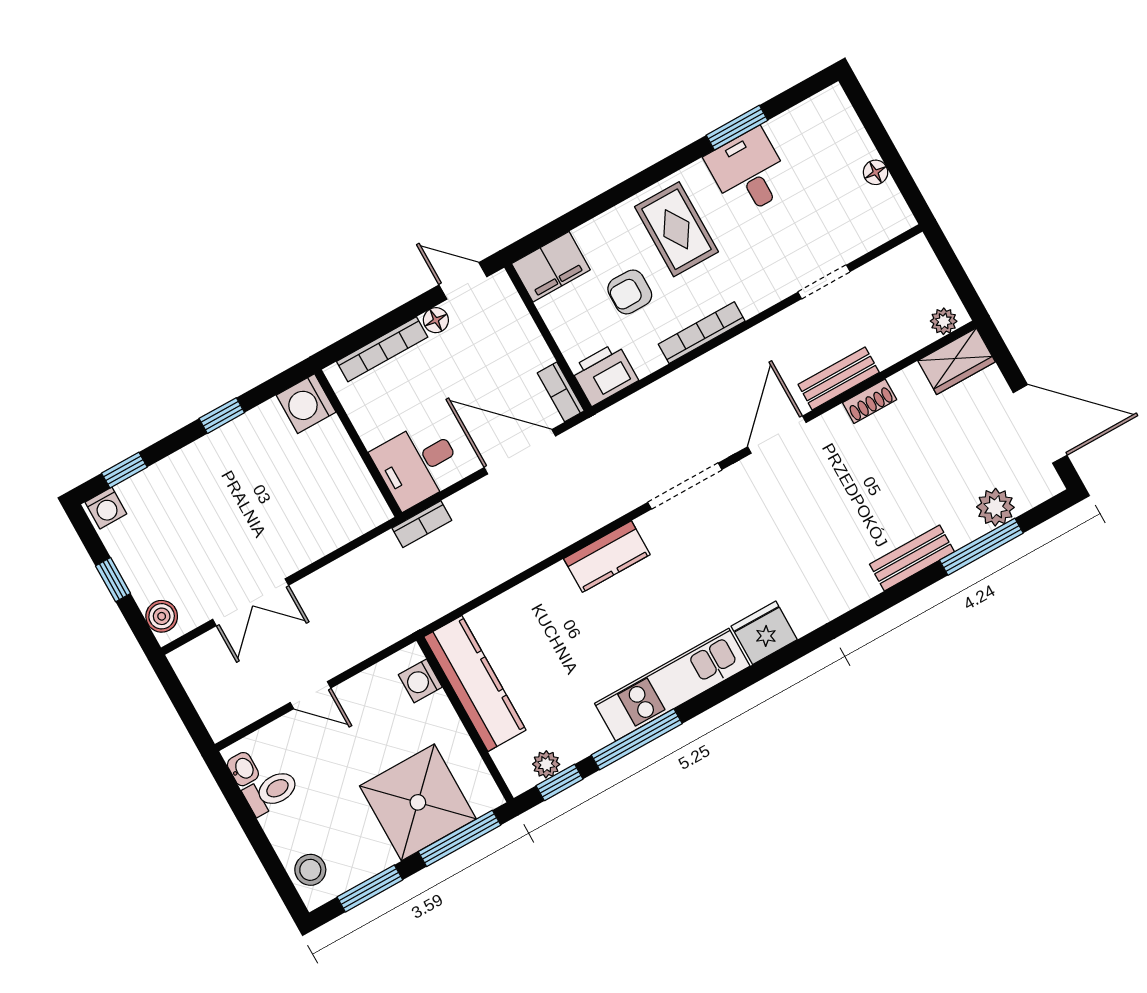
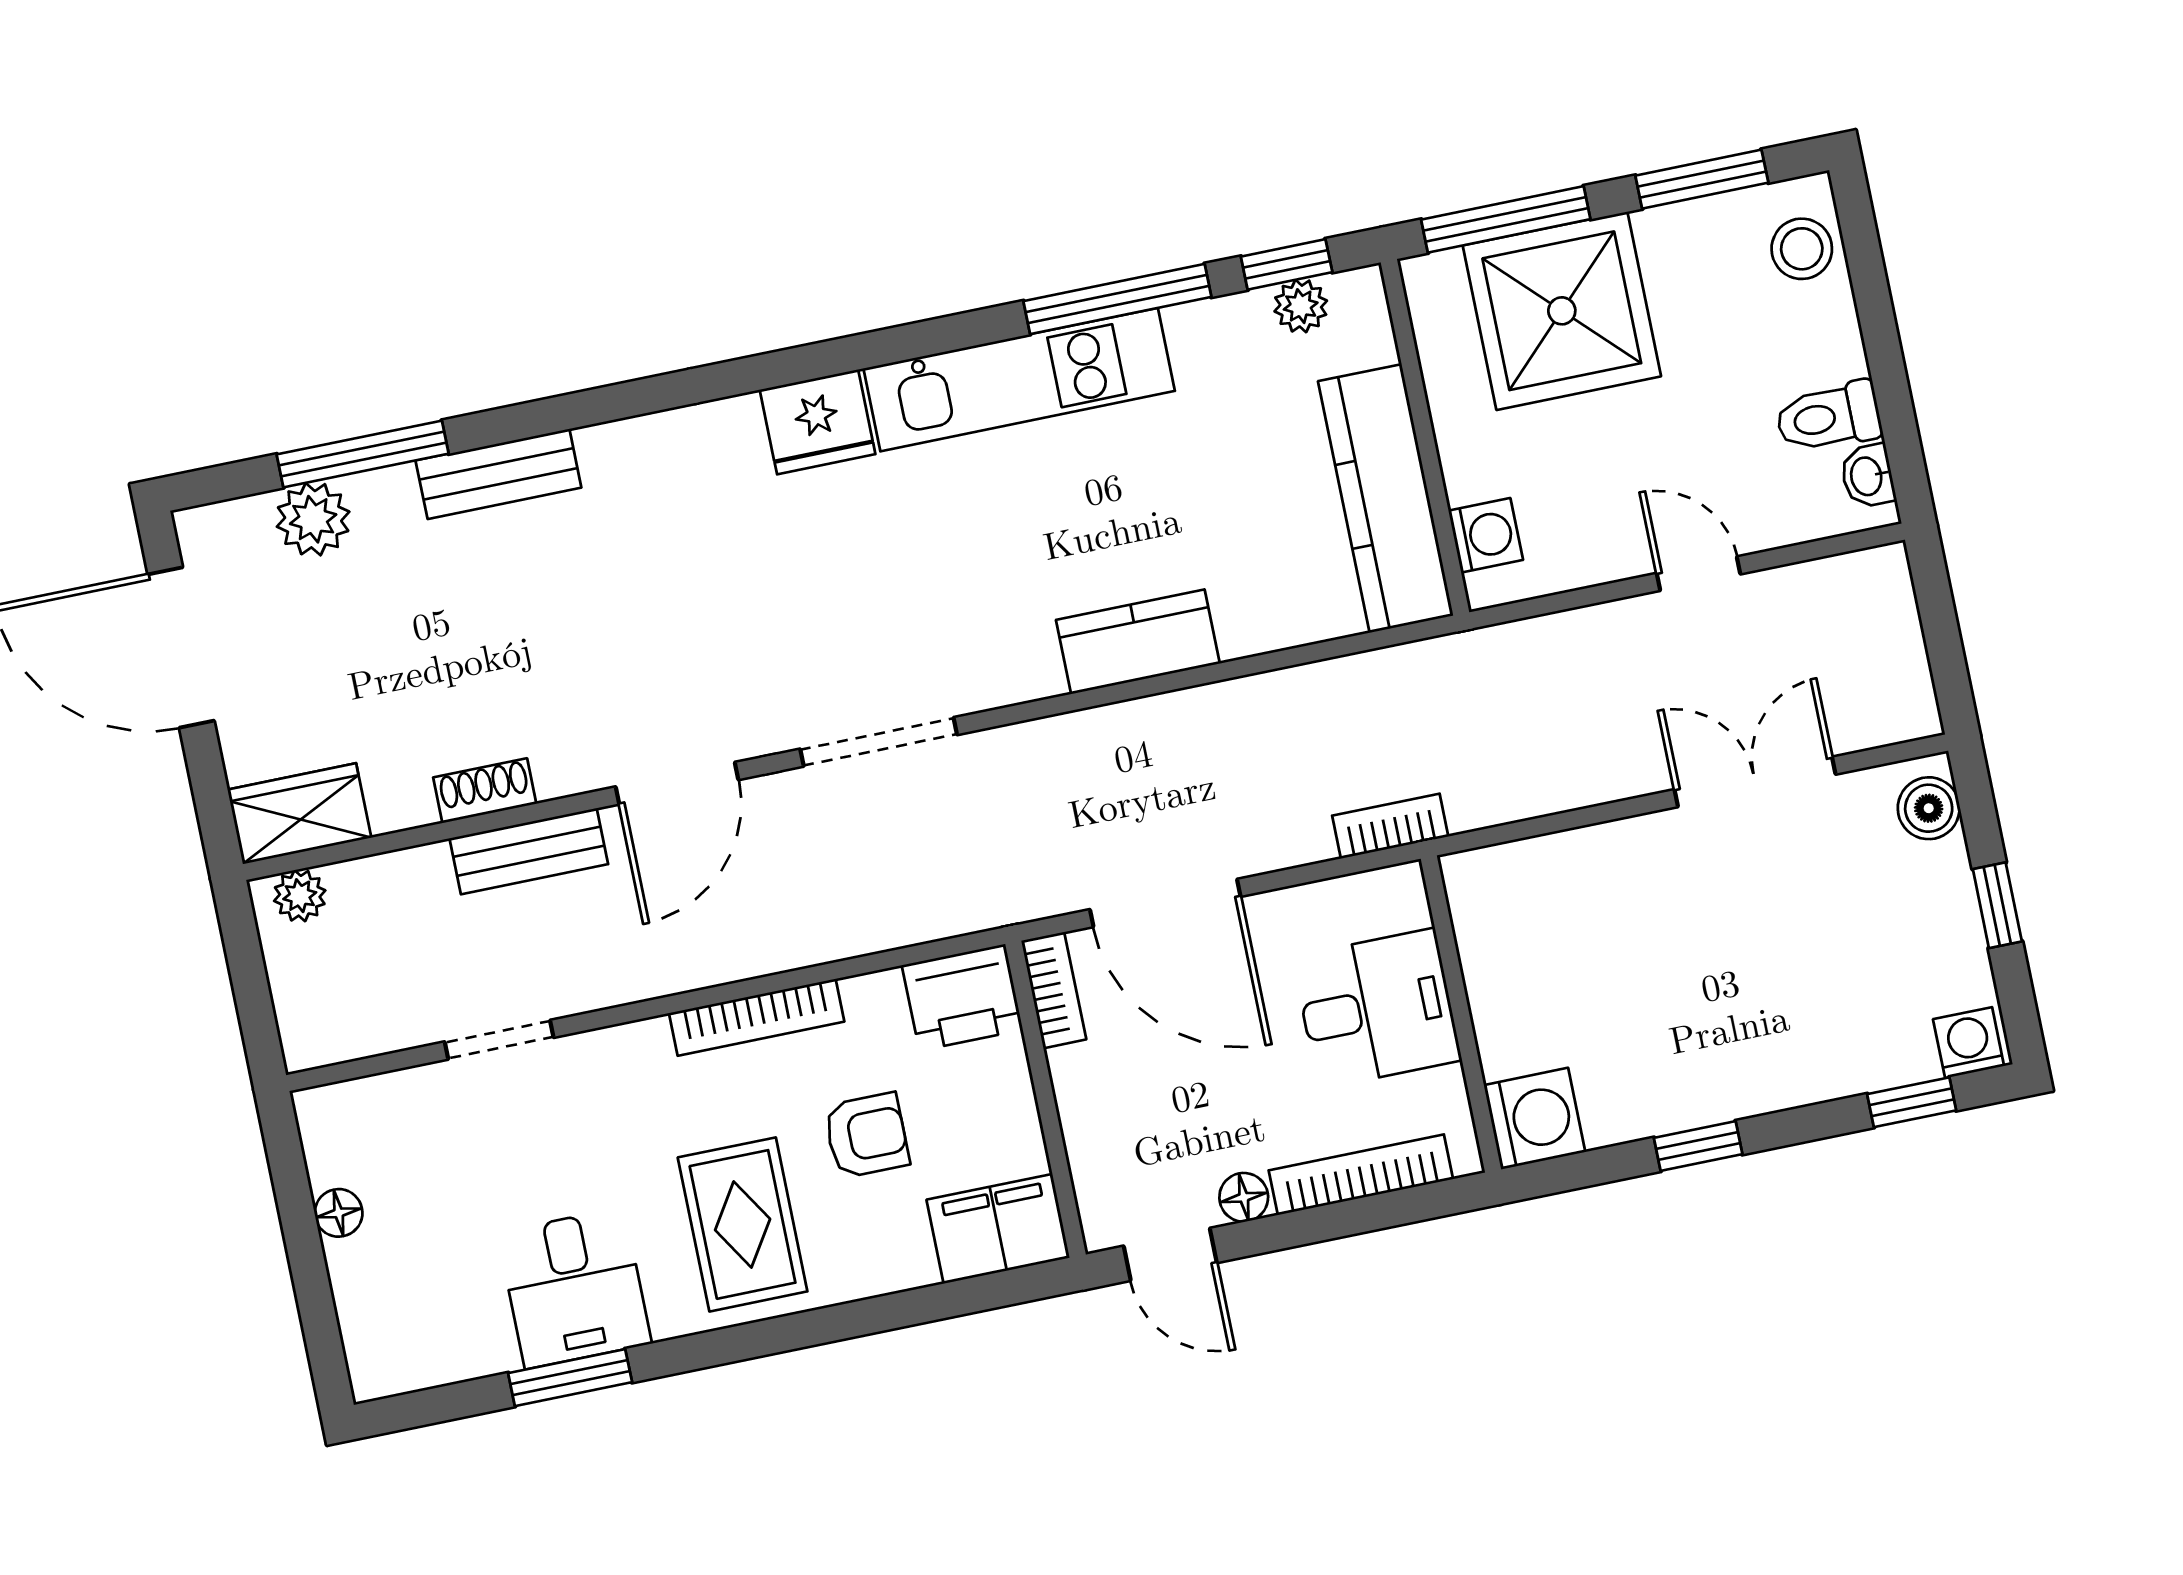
desk: (418, 464) -> (1377, 1009), moved
kitchen counter: (607, 557) -> (1138, 642), moved

